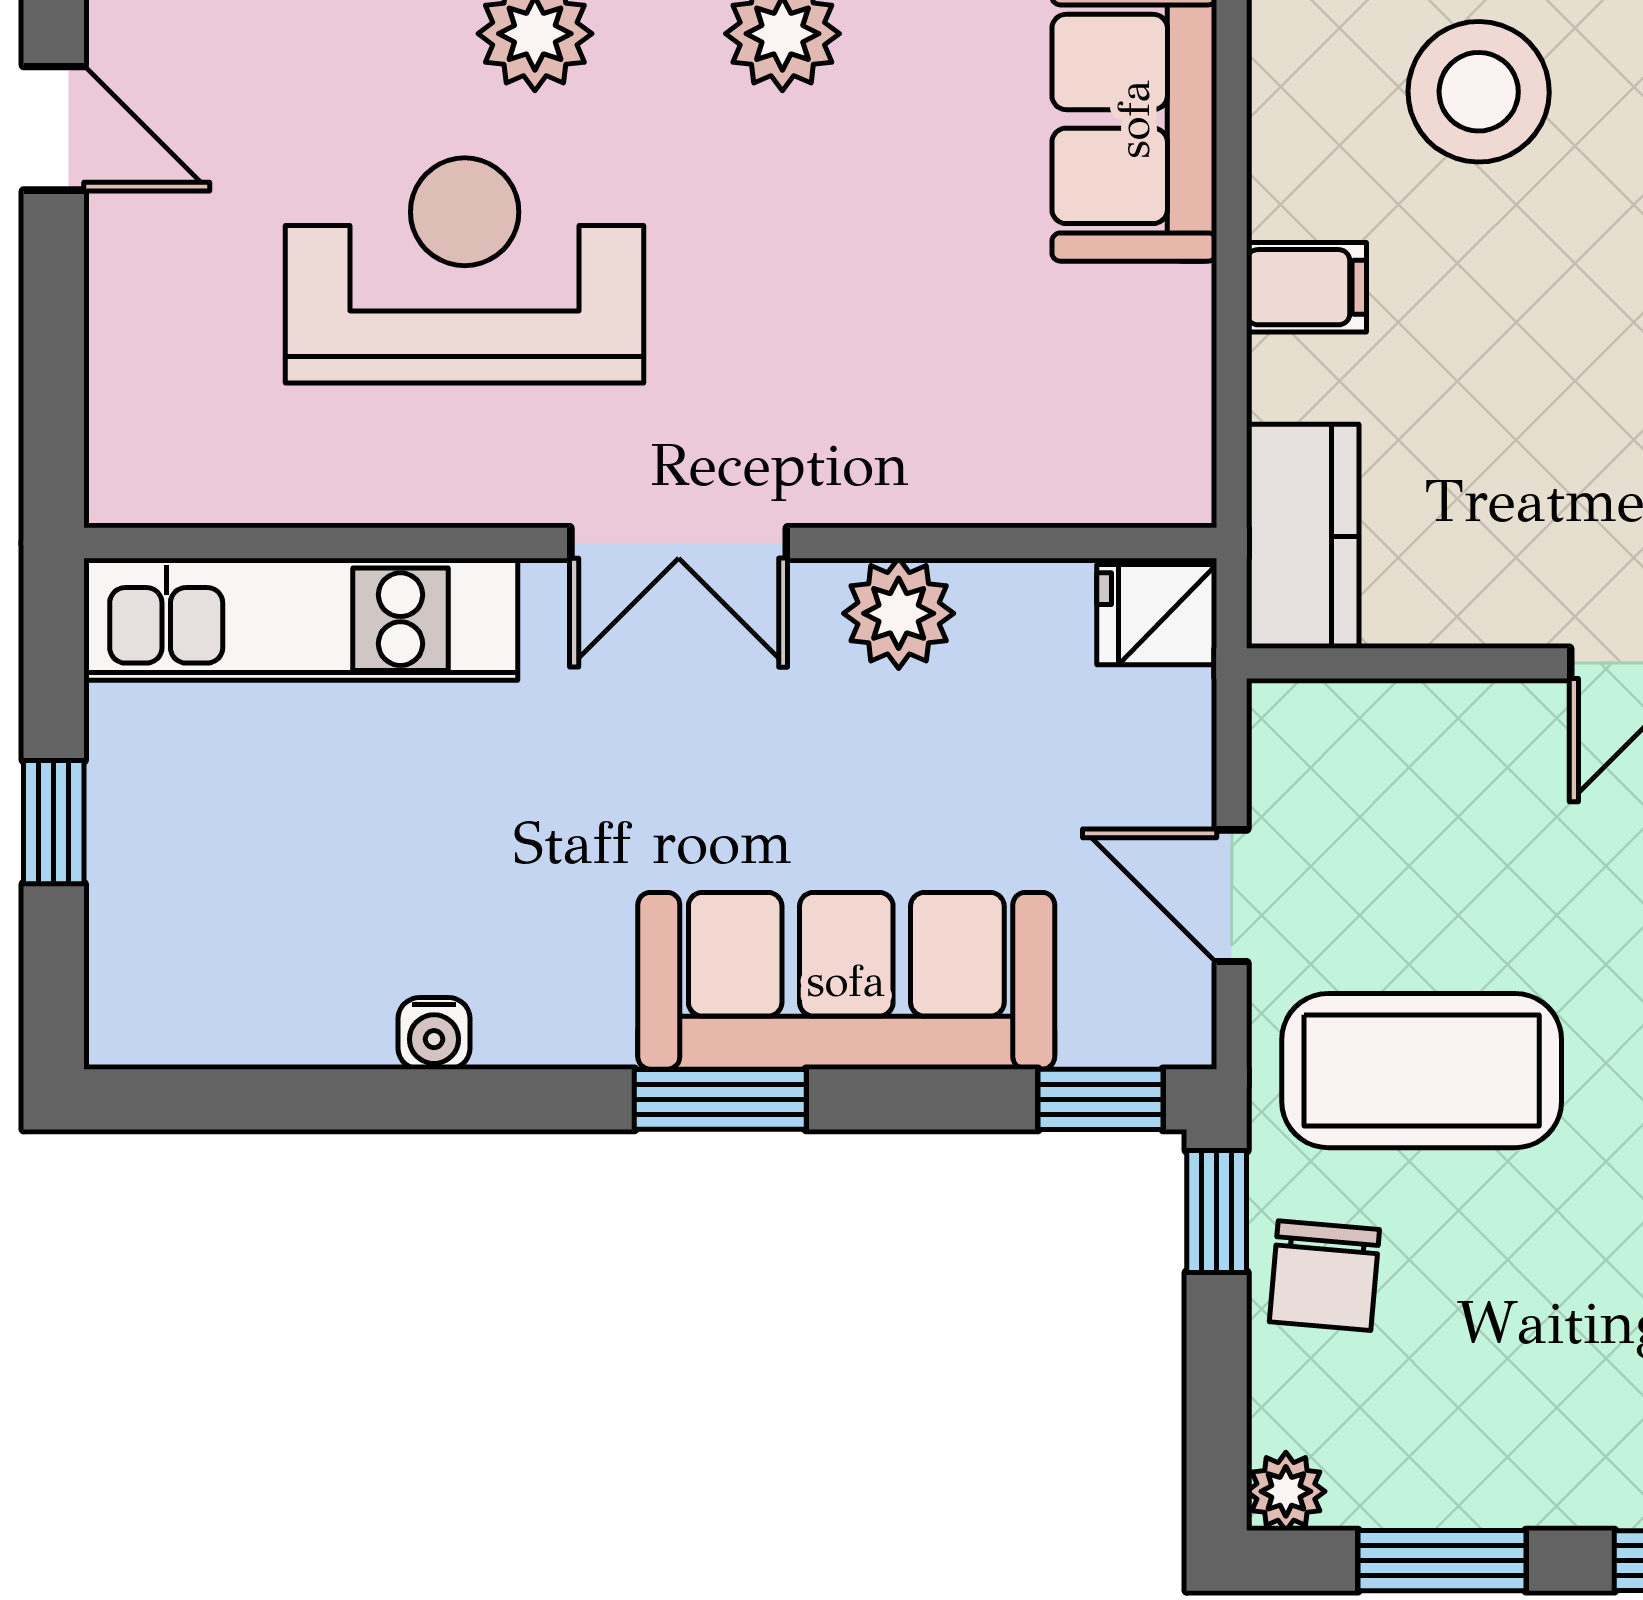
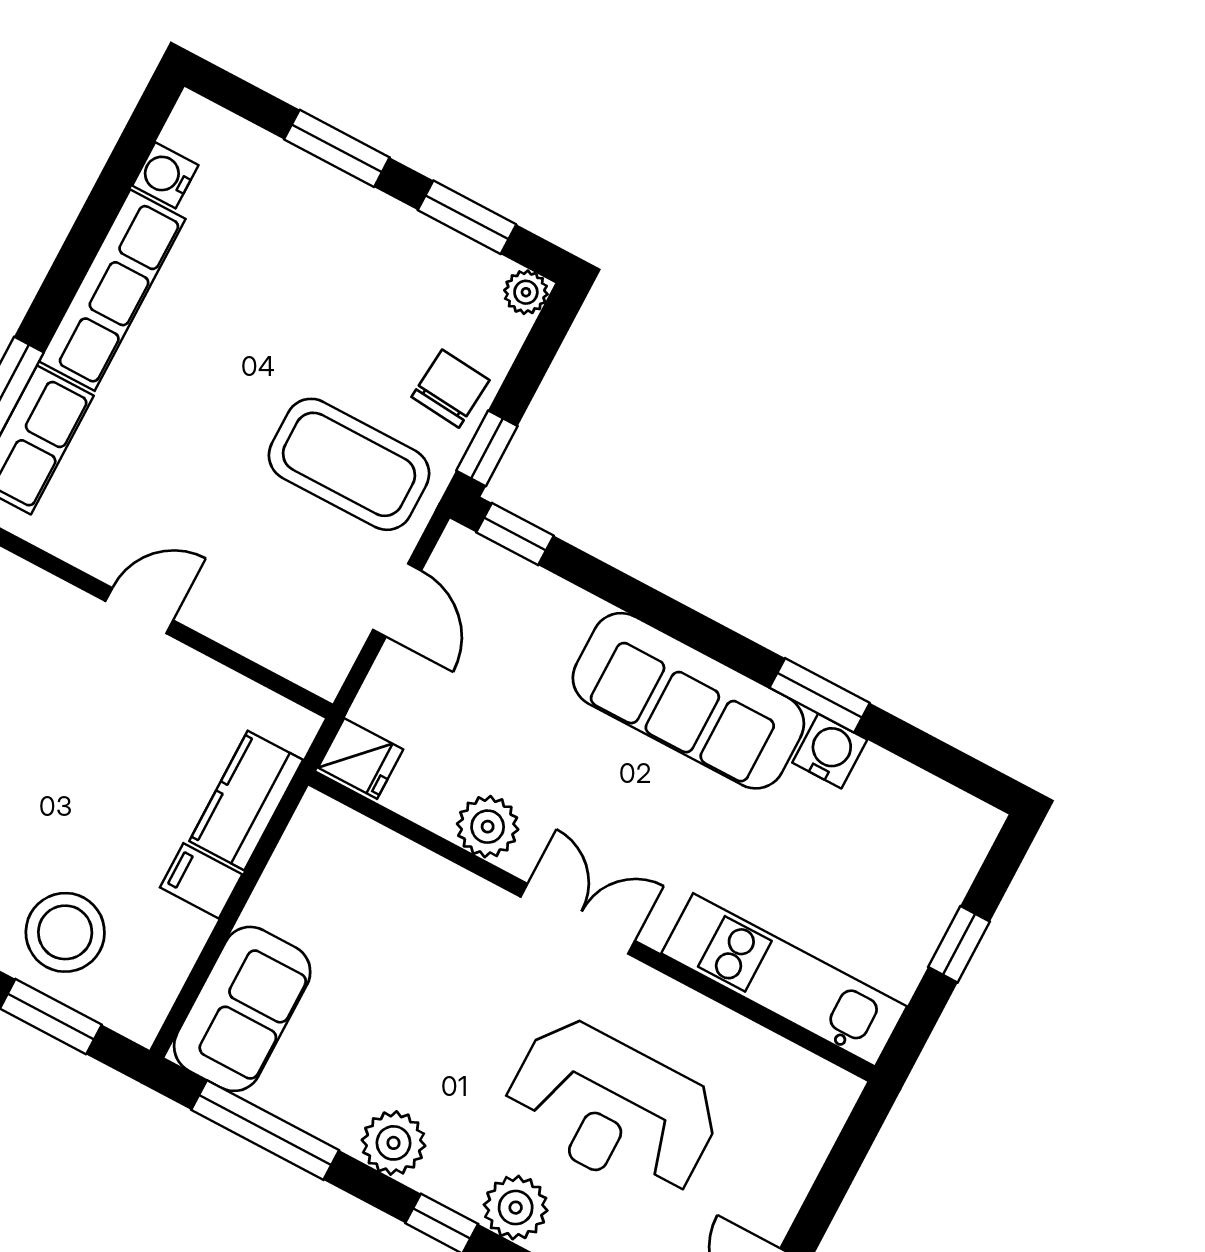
kitchen counter: (1303, 536) -> (246, 801), moved
sofa: (846, 981) -> (688, 701), moved
water cooler: (434, 1033) -> (830, 751), width x1.38, depth x1.38
window: (720, 1099) -> (820, 695), moved

